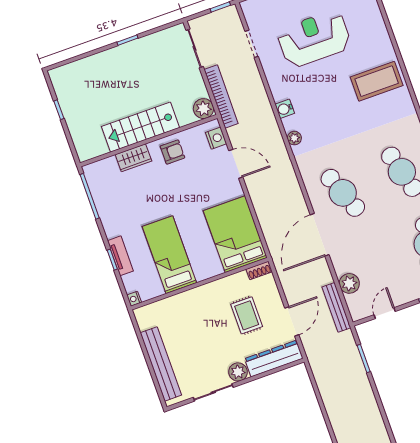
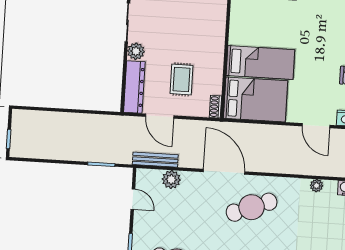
door: (236, 164) -> (316, 126), hinge flipped
bed: (169, 255) -> (260, 63), moved
rug: (247, 315) -> (181, 79), turned 90

